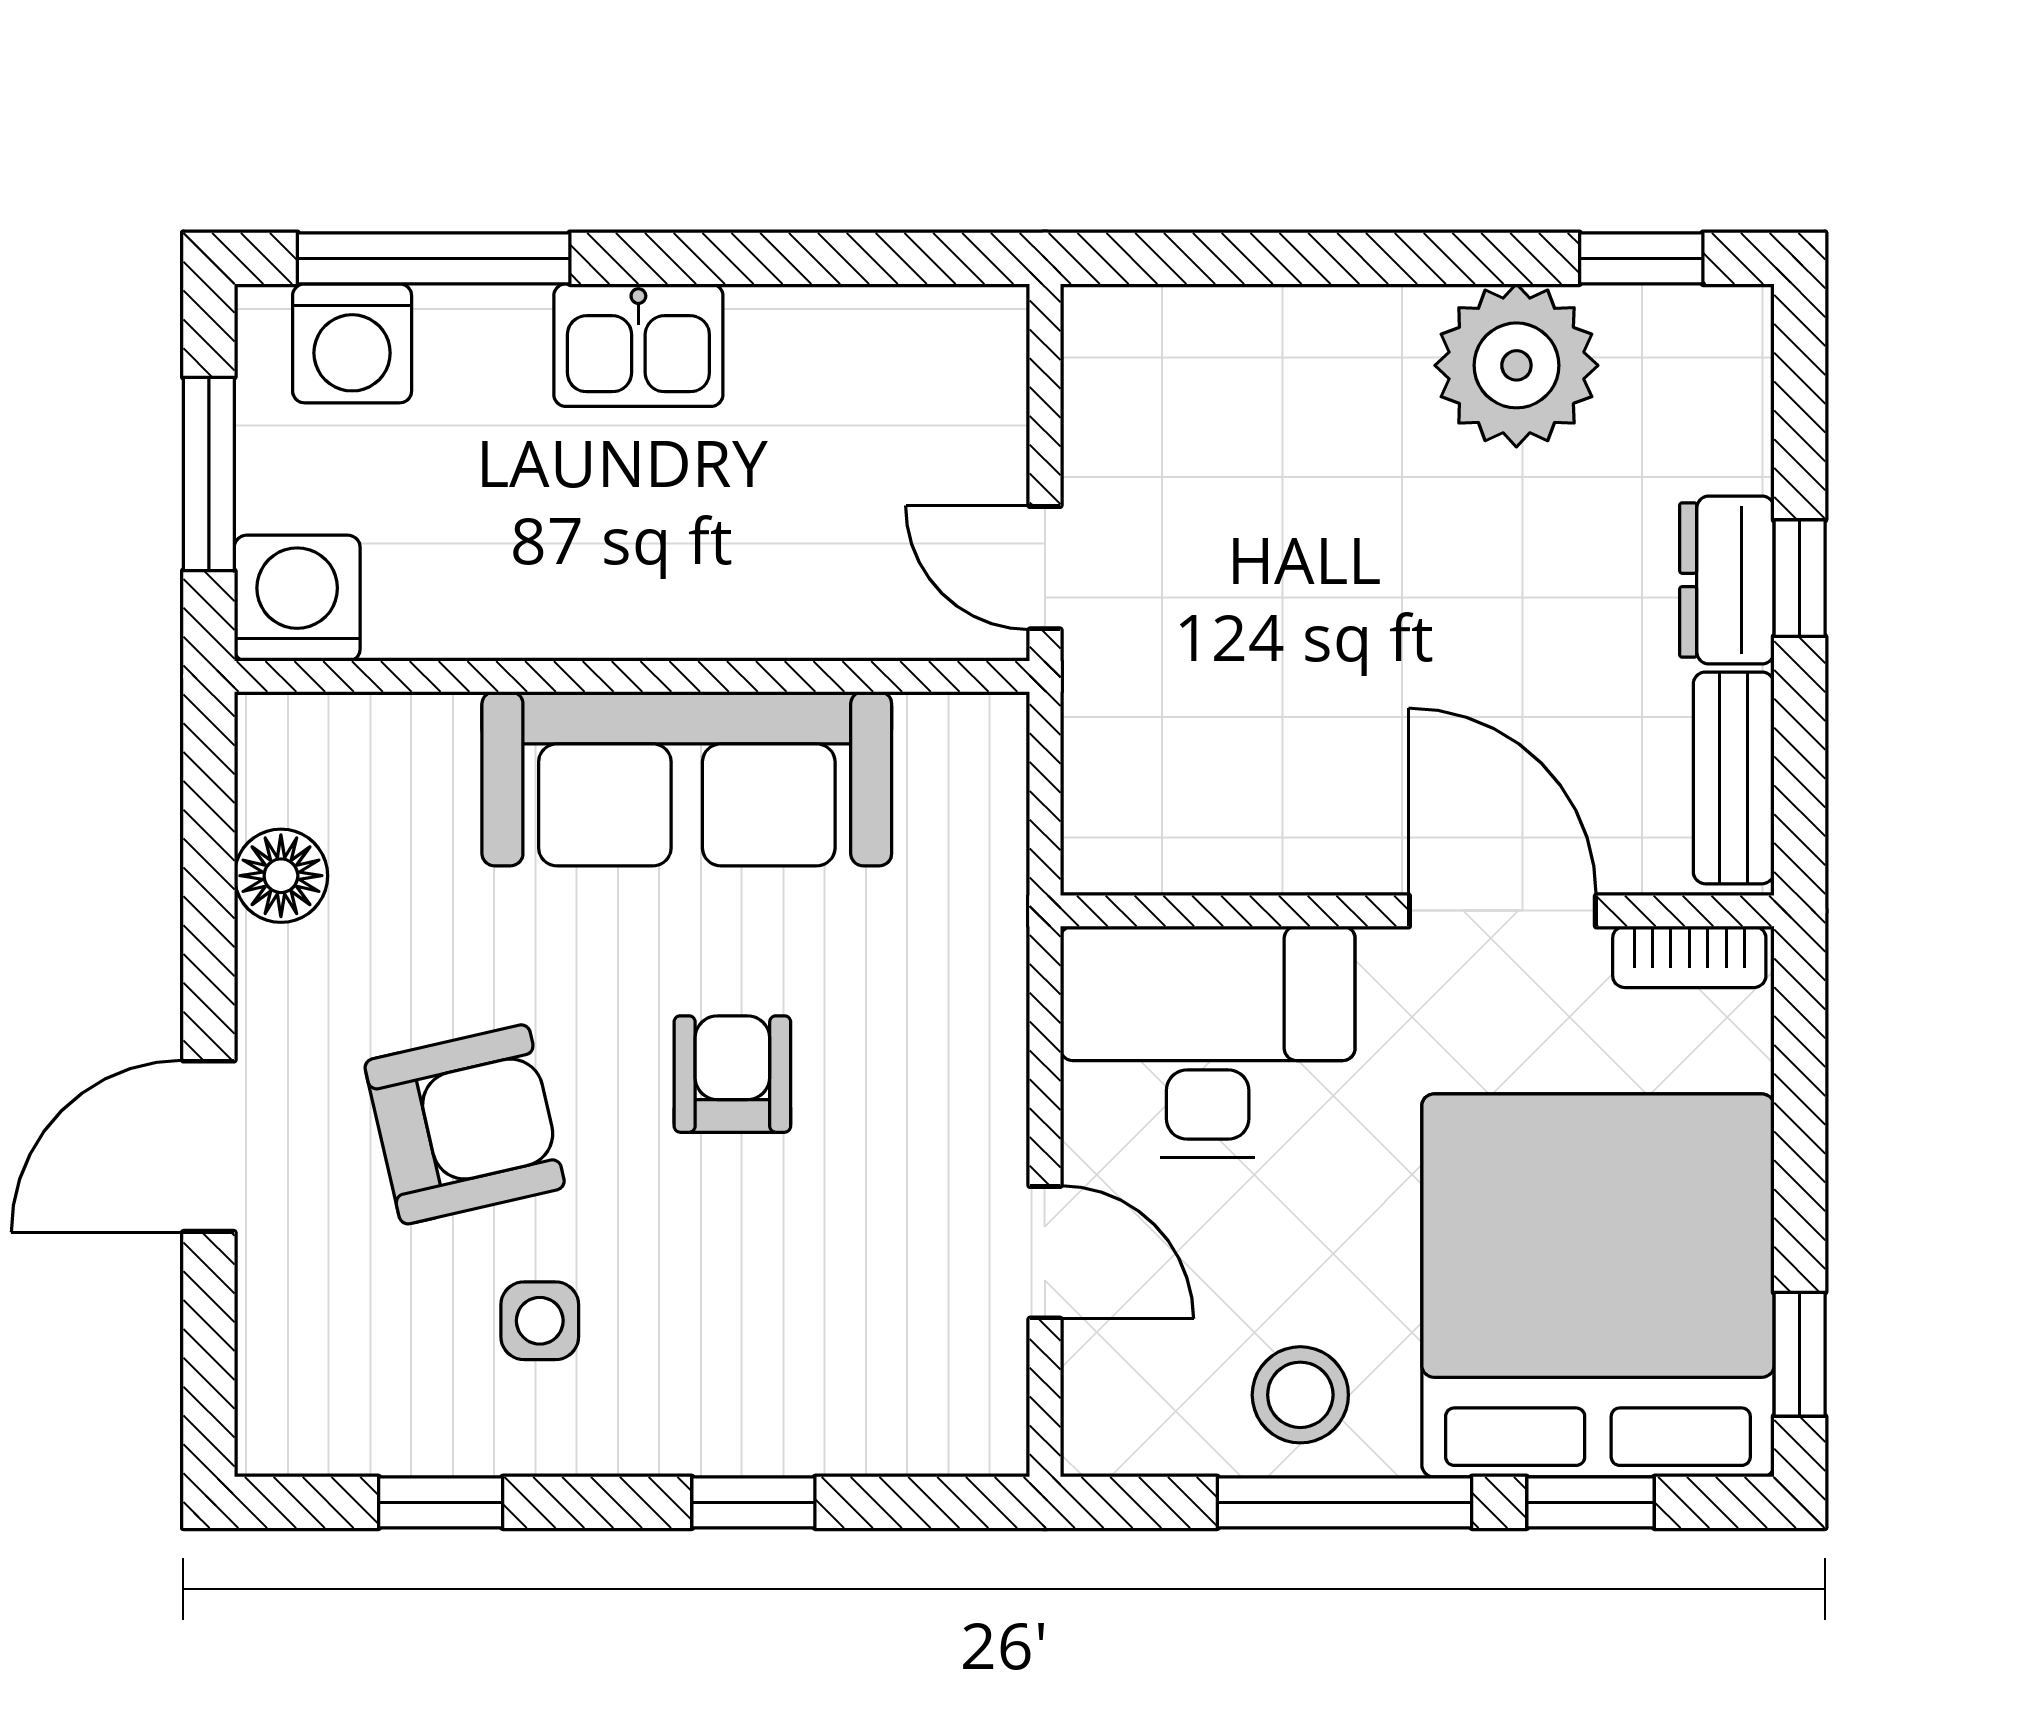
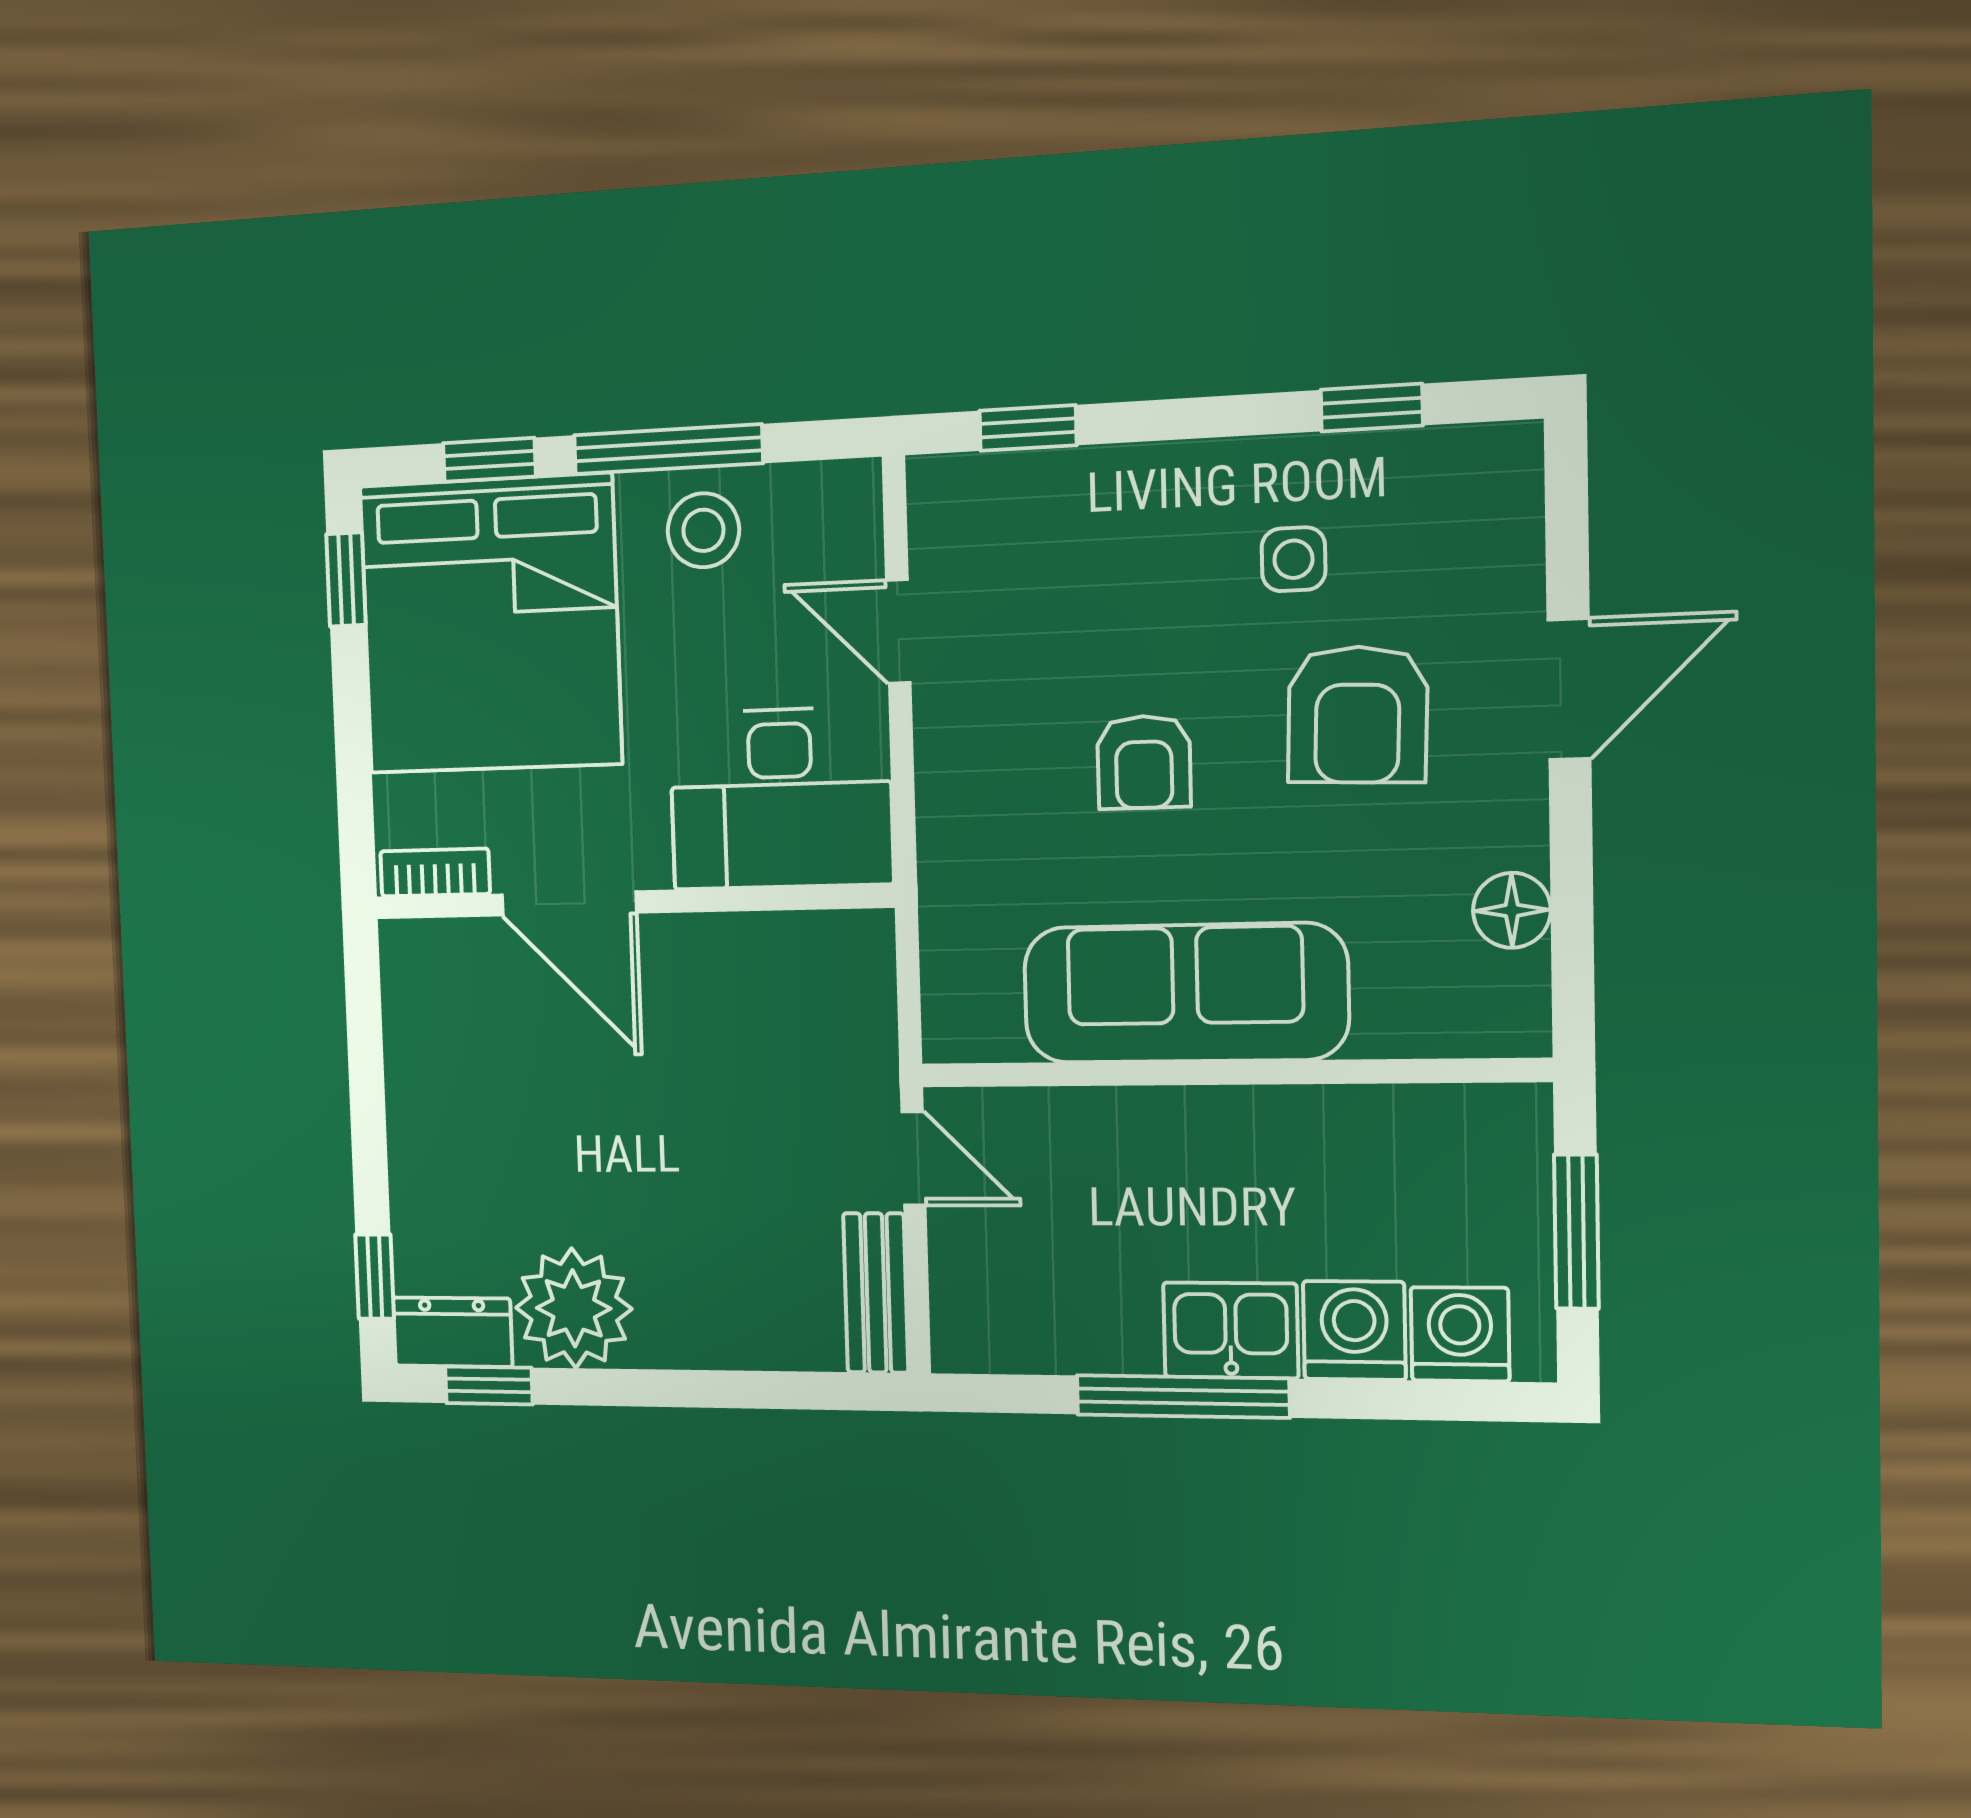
window: (434, 258) -> (1183, 1397), moved
window: (1800, 578) -> (375, 1277), moved
dresser: (1727, 580) -> (453, 1332), moved, turned -90
washing machine: (297, 598) -> (1354, 1330), moved, turned 180
bench: (1734, 778) -> (876, 1293), moved
armchair: (465, 1124) -> (1358, 715), turned -75
window: (753, 1502) -> (1028, 428), moved

